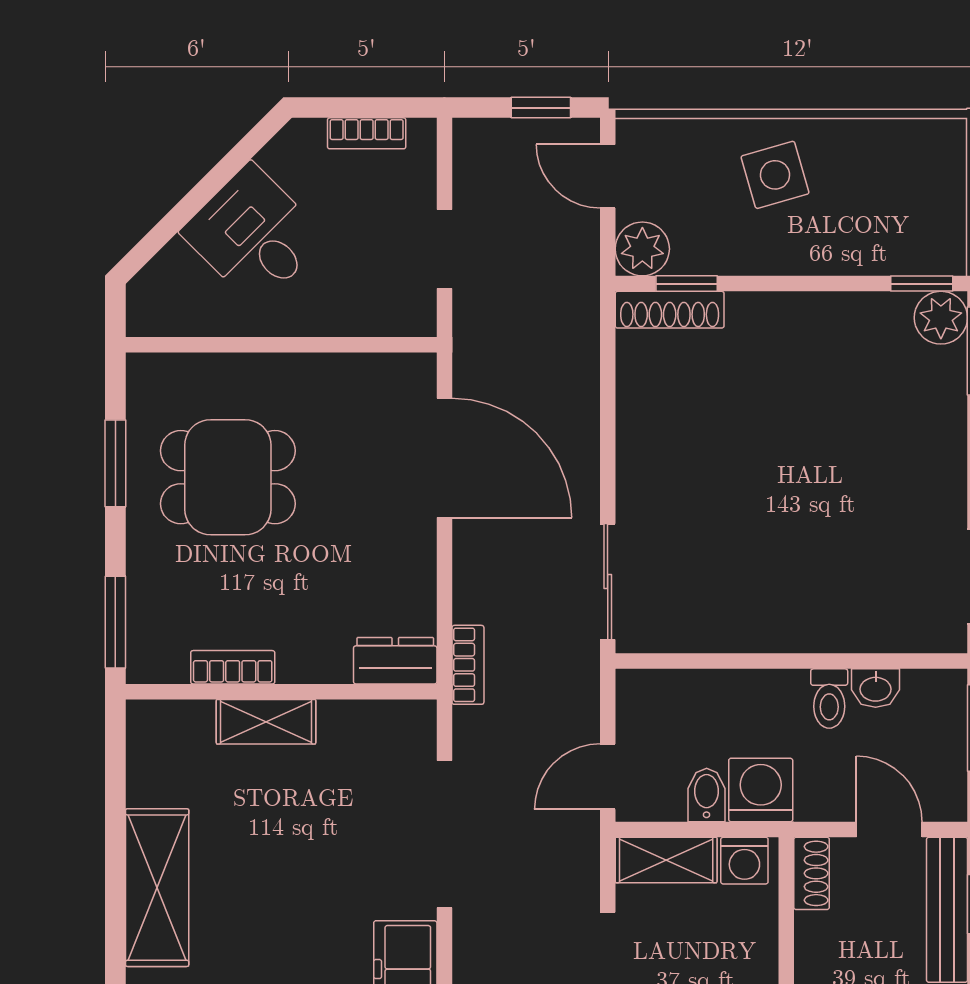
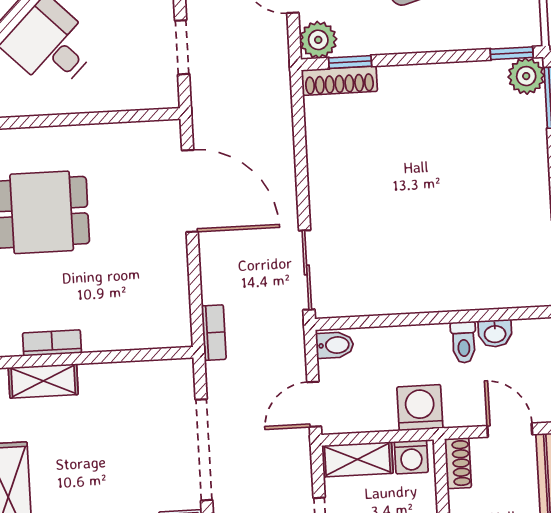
dresser: (395, 661) -> (164, 332), removed
shelving: (266, 722) -> (43, 381), moved
bidet: (707, 795) -> (335, 345), moved, turned 90

